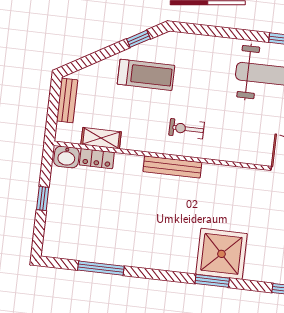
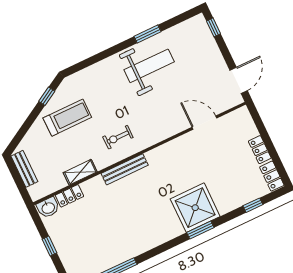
shelving: (101, 138) -> (80, 172), moved

